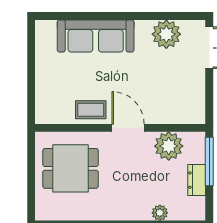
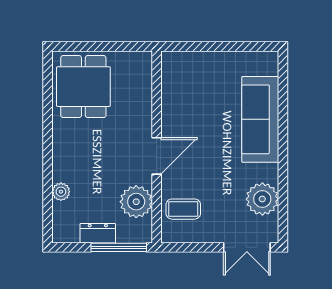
coffee table: (91, 110) -> (183, 209), moved, turned 90
dining table: (71, 168) -> (83, 87), moved

